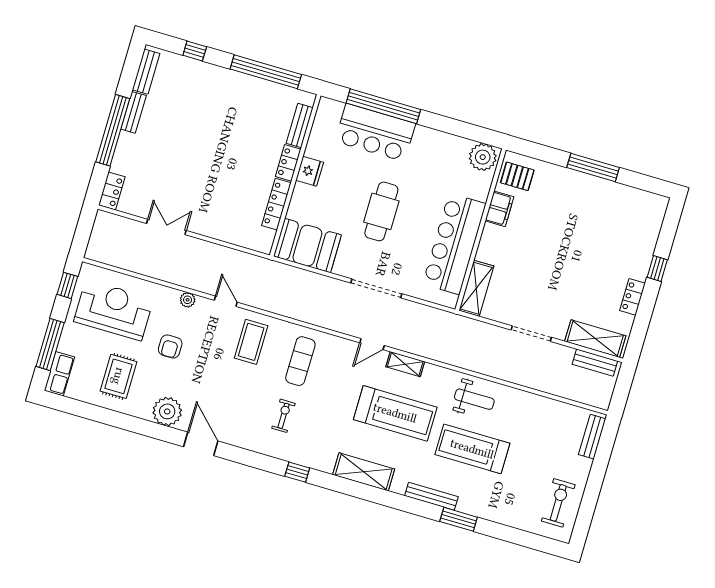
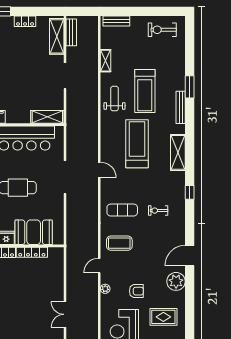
booth: (307, 246) -> (34, 232), moved, turned 90
shelving: (405, 364) -> (106, 61), moved

